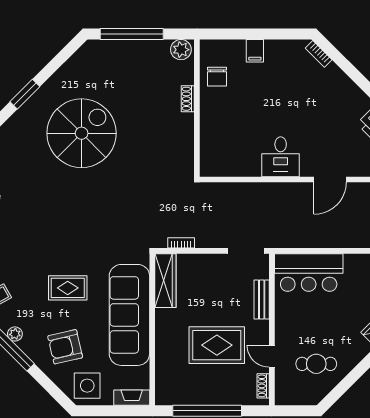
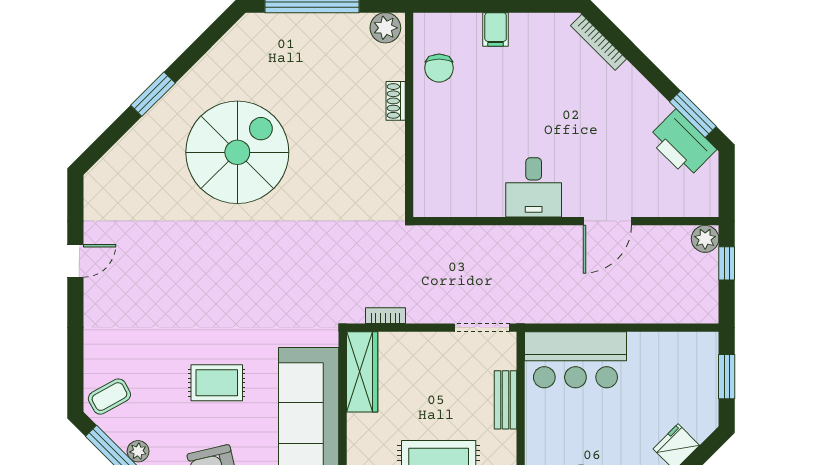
bookcase: (319, 54) -> (598, 42), width x1.56

